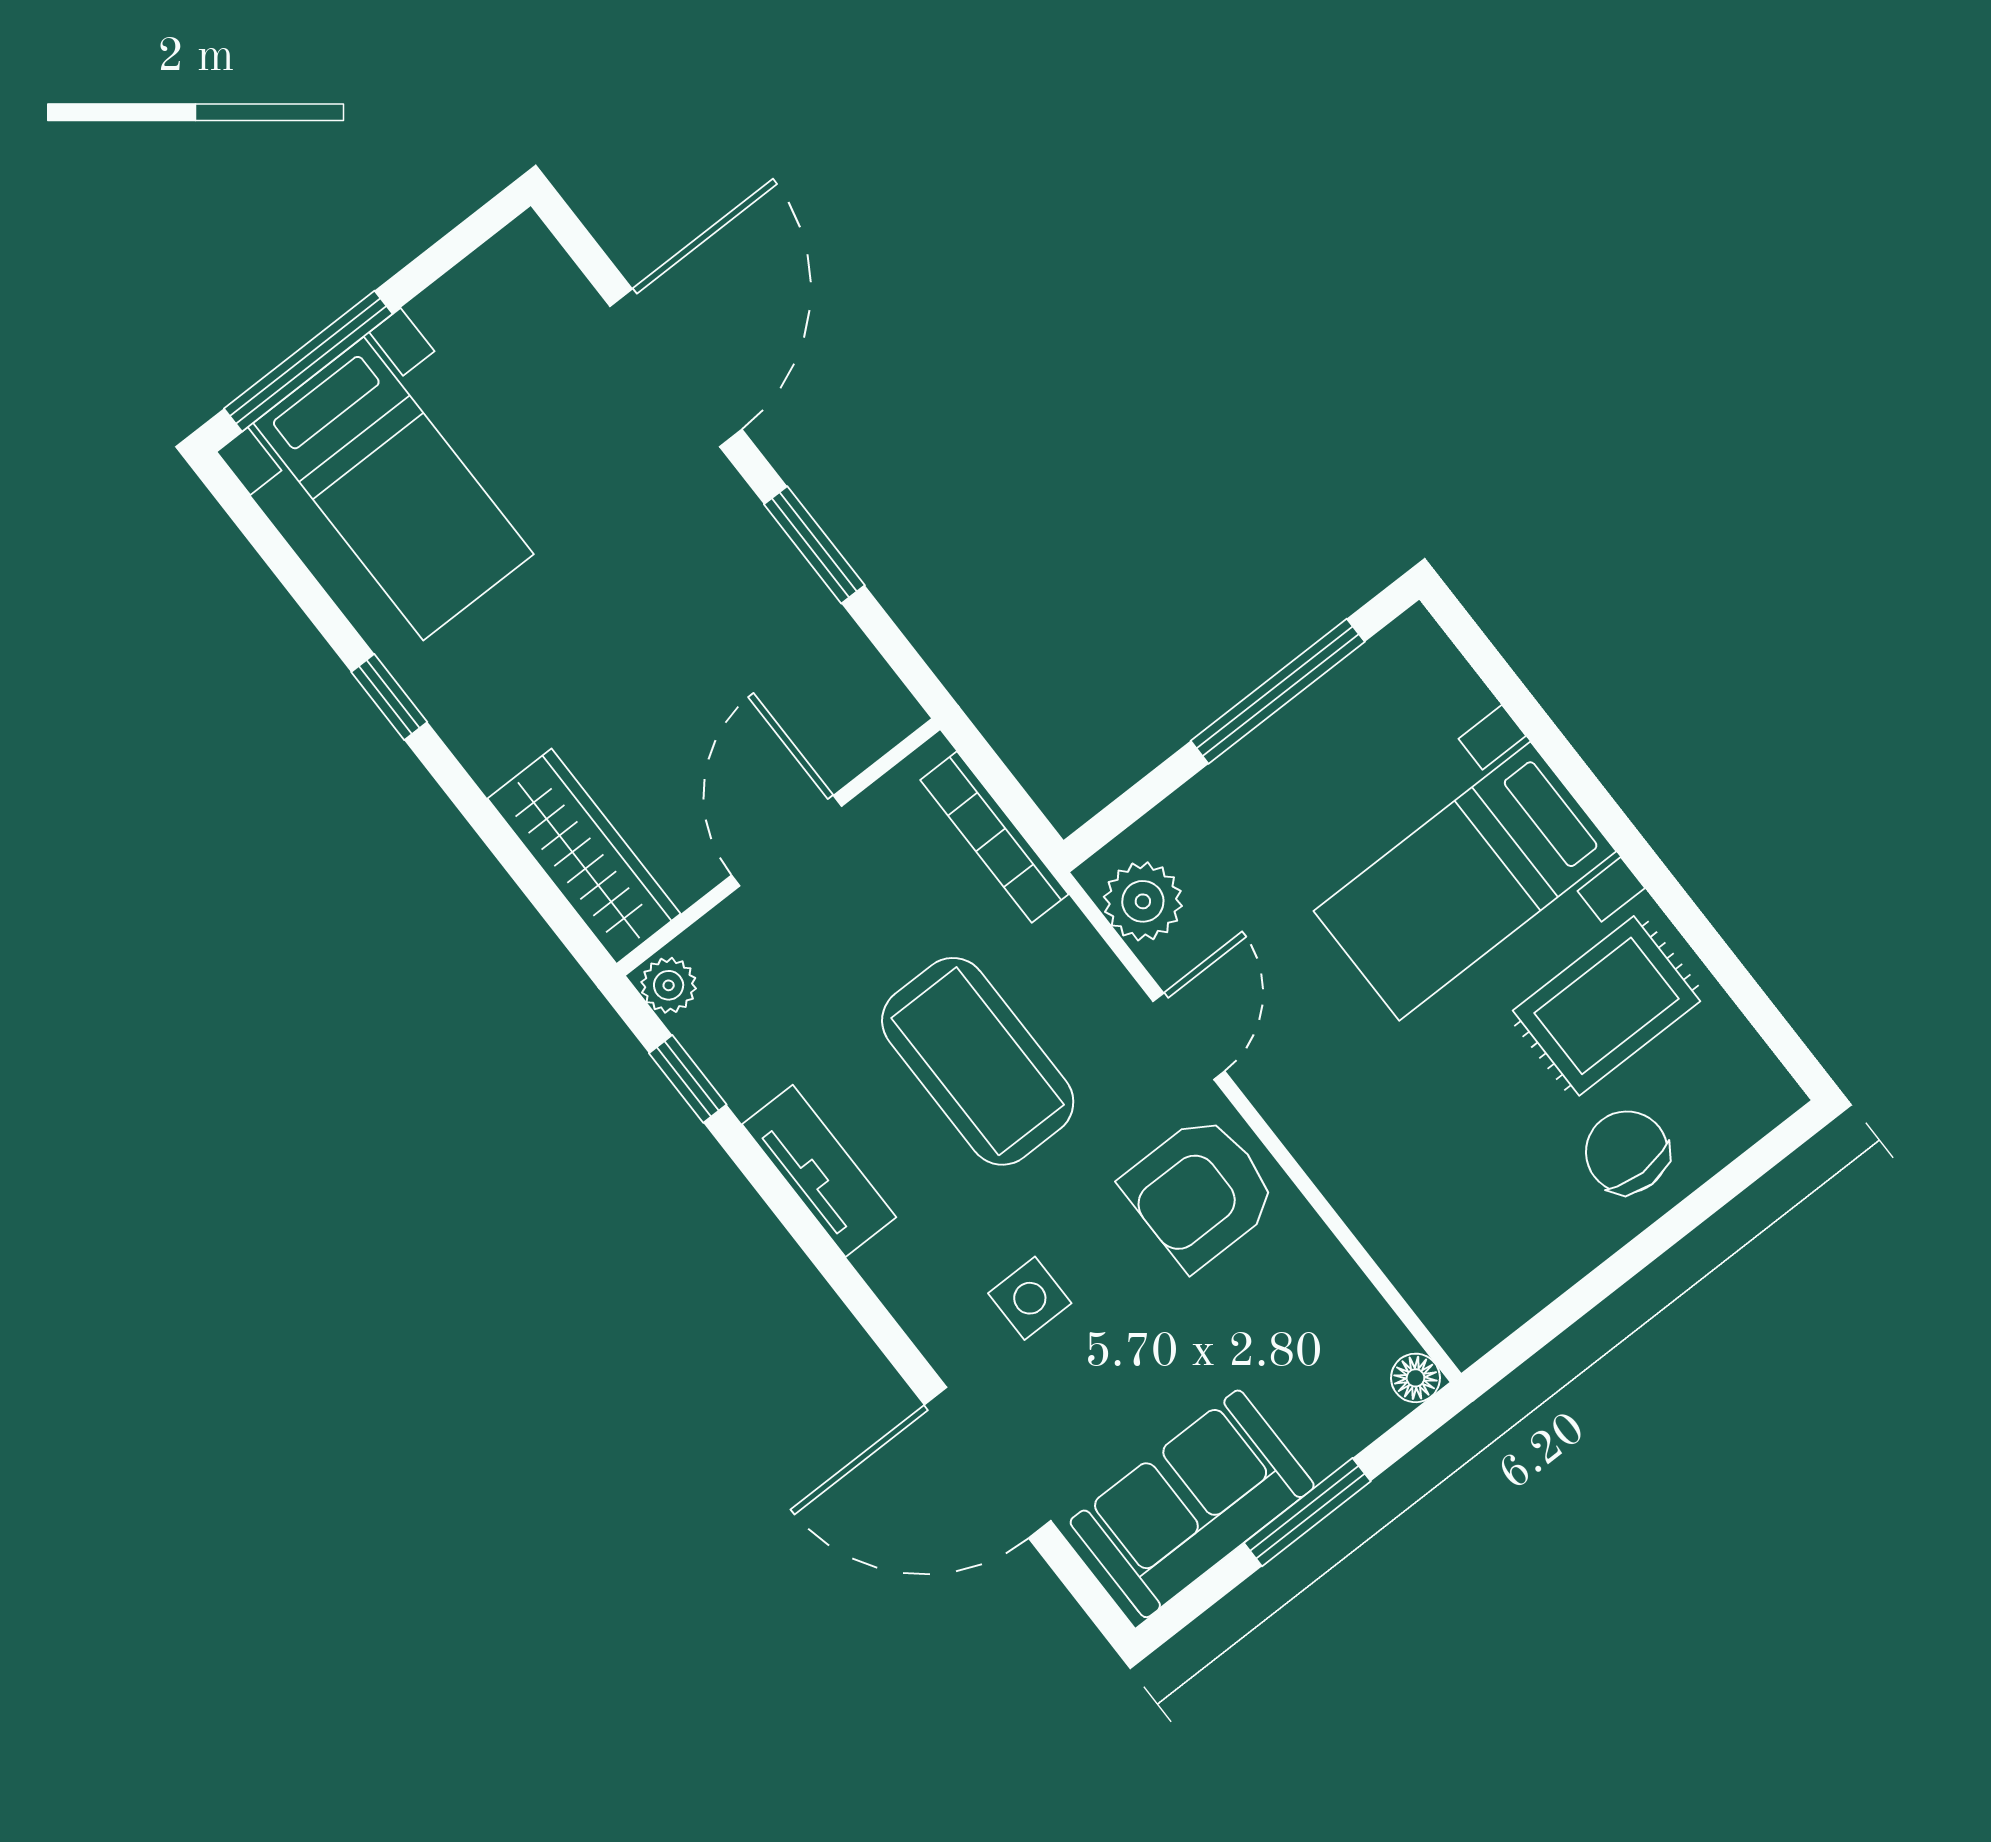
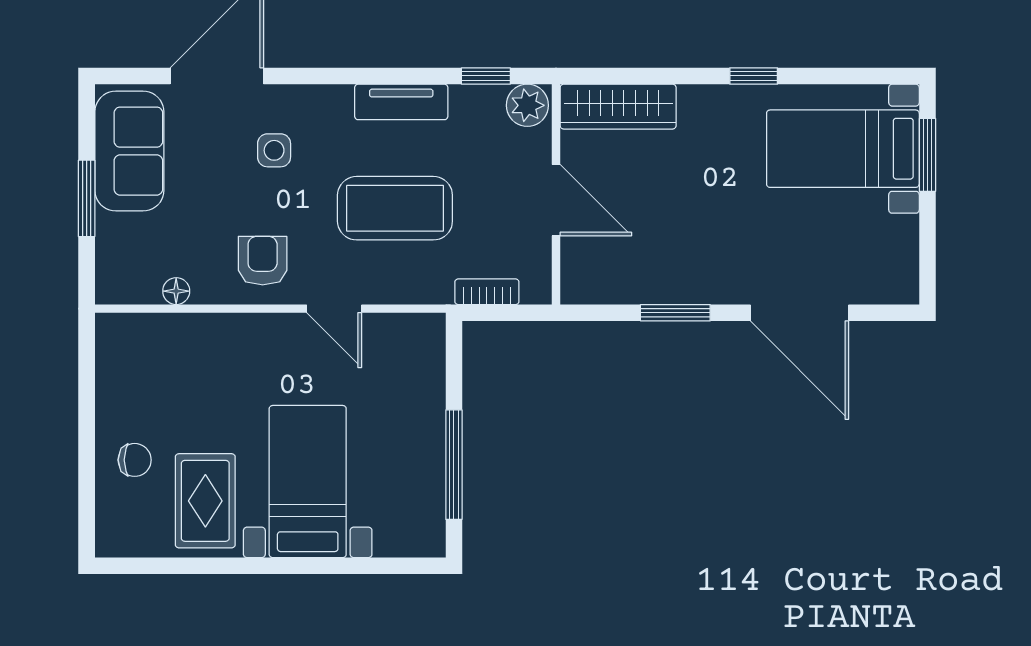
window: (308, 361) -> (927, 155), width x0.69
bookcase: (994, 837) -> (487, 292), width x0.64
plant: (1143, 901) -> (408, 335), removed
plant: (669, 985) -> (527, 105), width x1.38, depth x1.38
chair: (1627, 1152) -> (135, 460), width x0.73, depth x0.73
armchair: (1200, 1192) -> (263, 261), width x0.72, depth x0.72
floor lamp: (1415, 1378) -> (176, 291), moved

